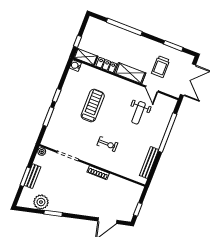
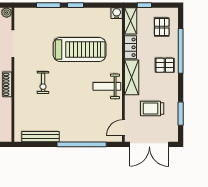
pallet: (100, 34) -> (162, 27), added
pallet: (131, 44) -> (165, 65), added
door: (152, 89) -> (123, 128), moved
treadmill: (93, 106) -> (80, 50), width x1.37, depth x1.38
weight bench: (139, 113) -> (107, 86), moved

